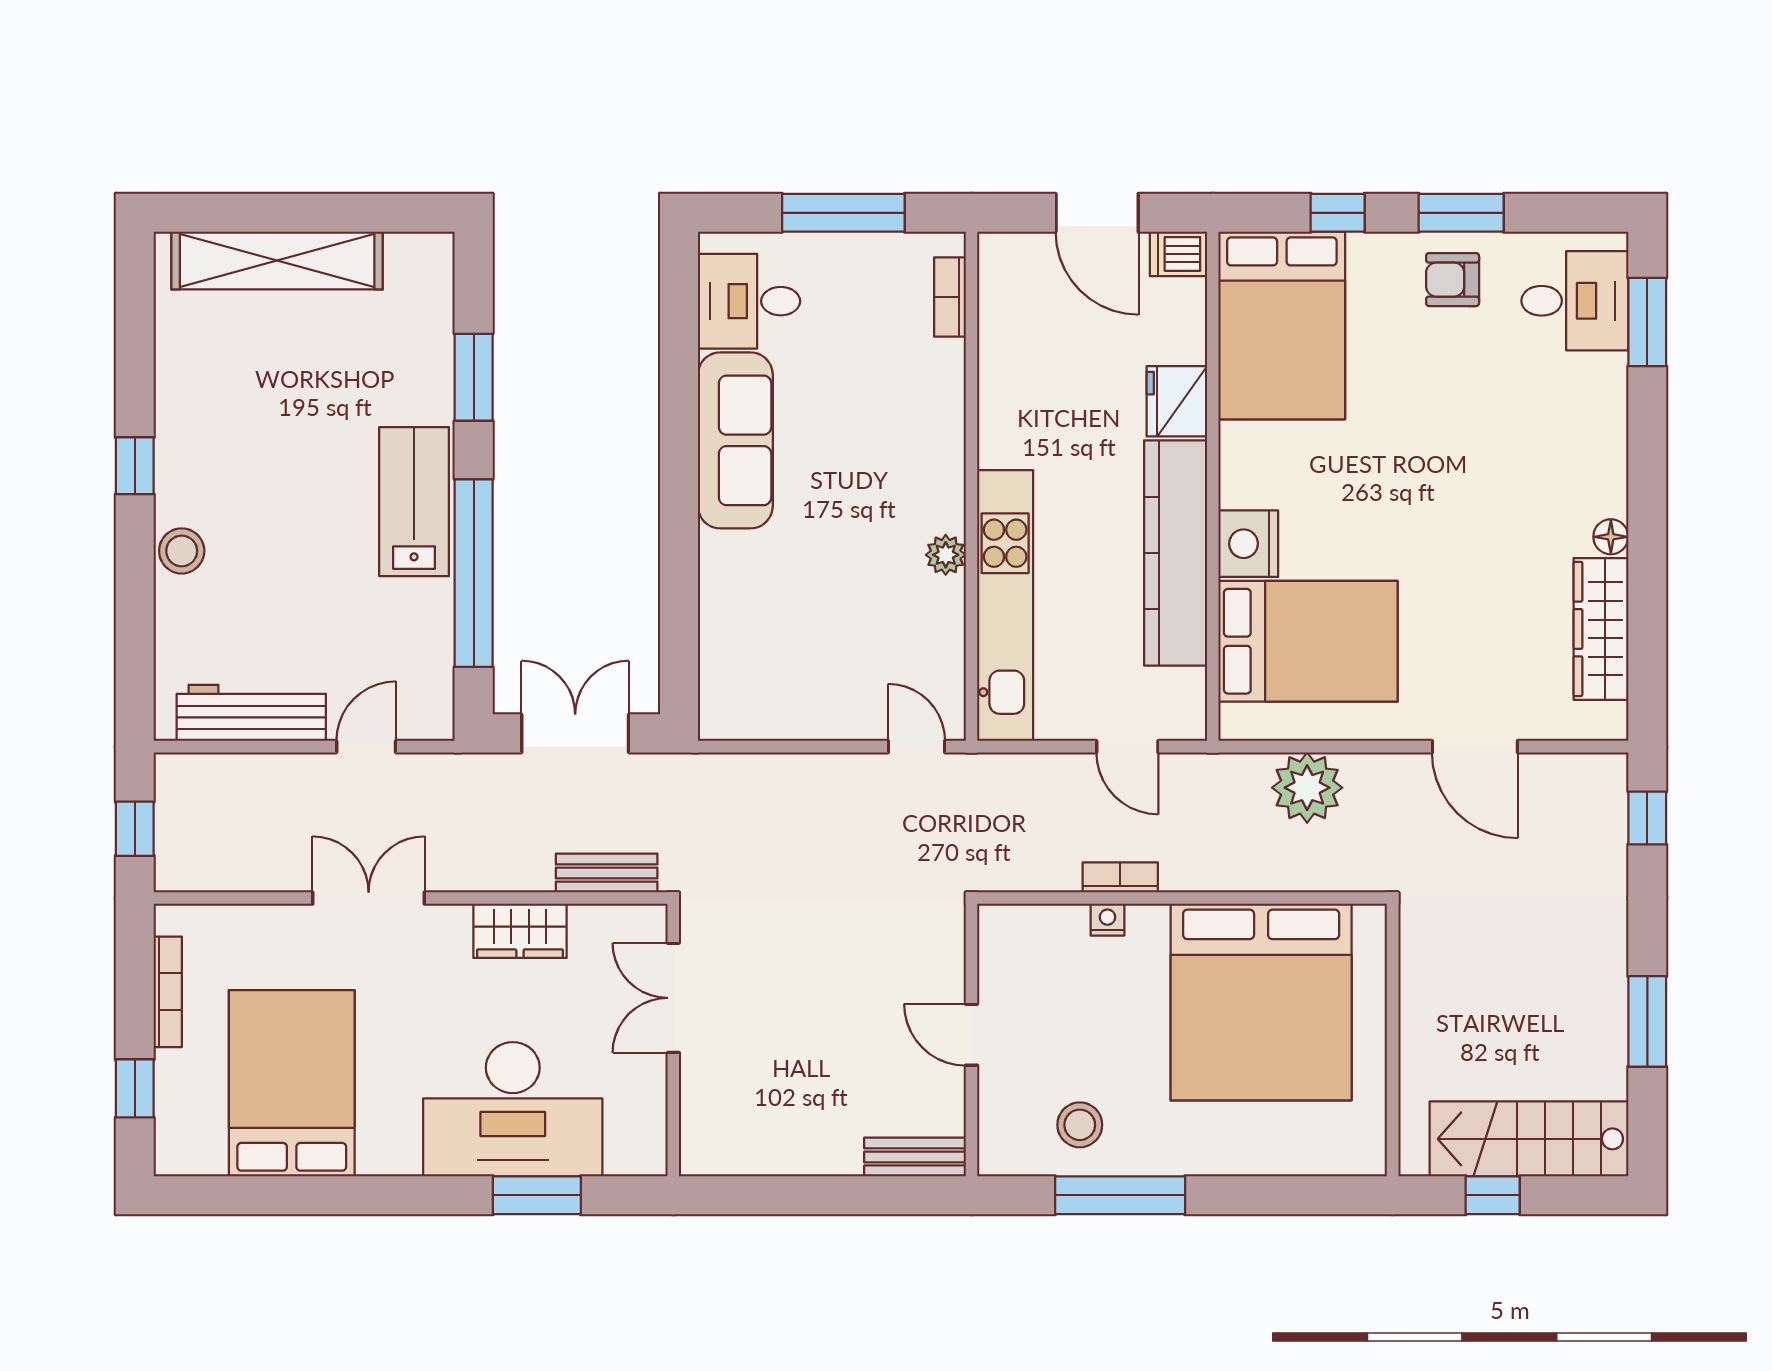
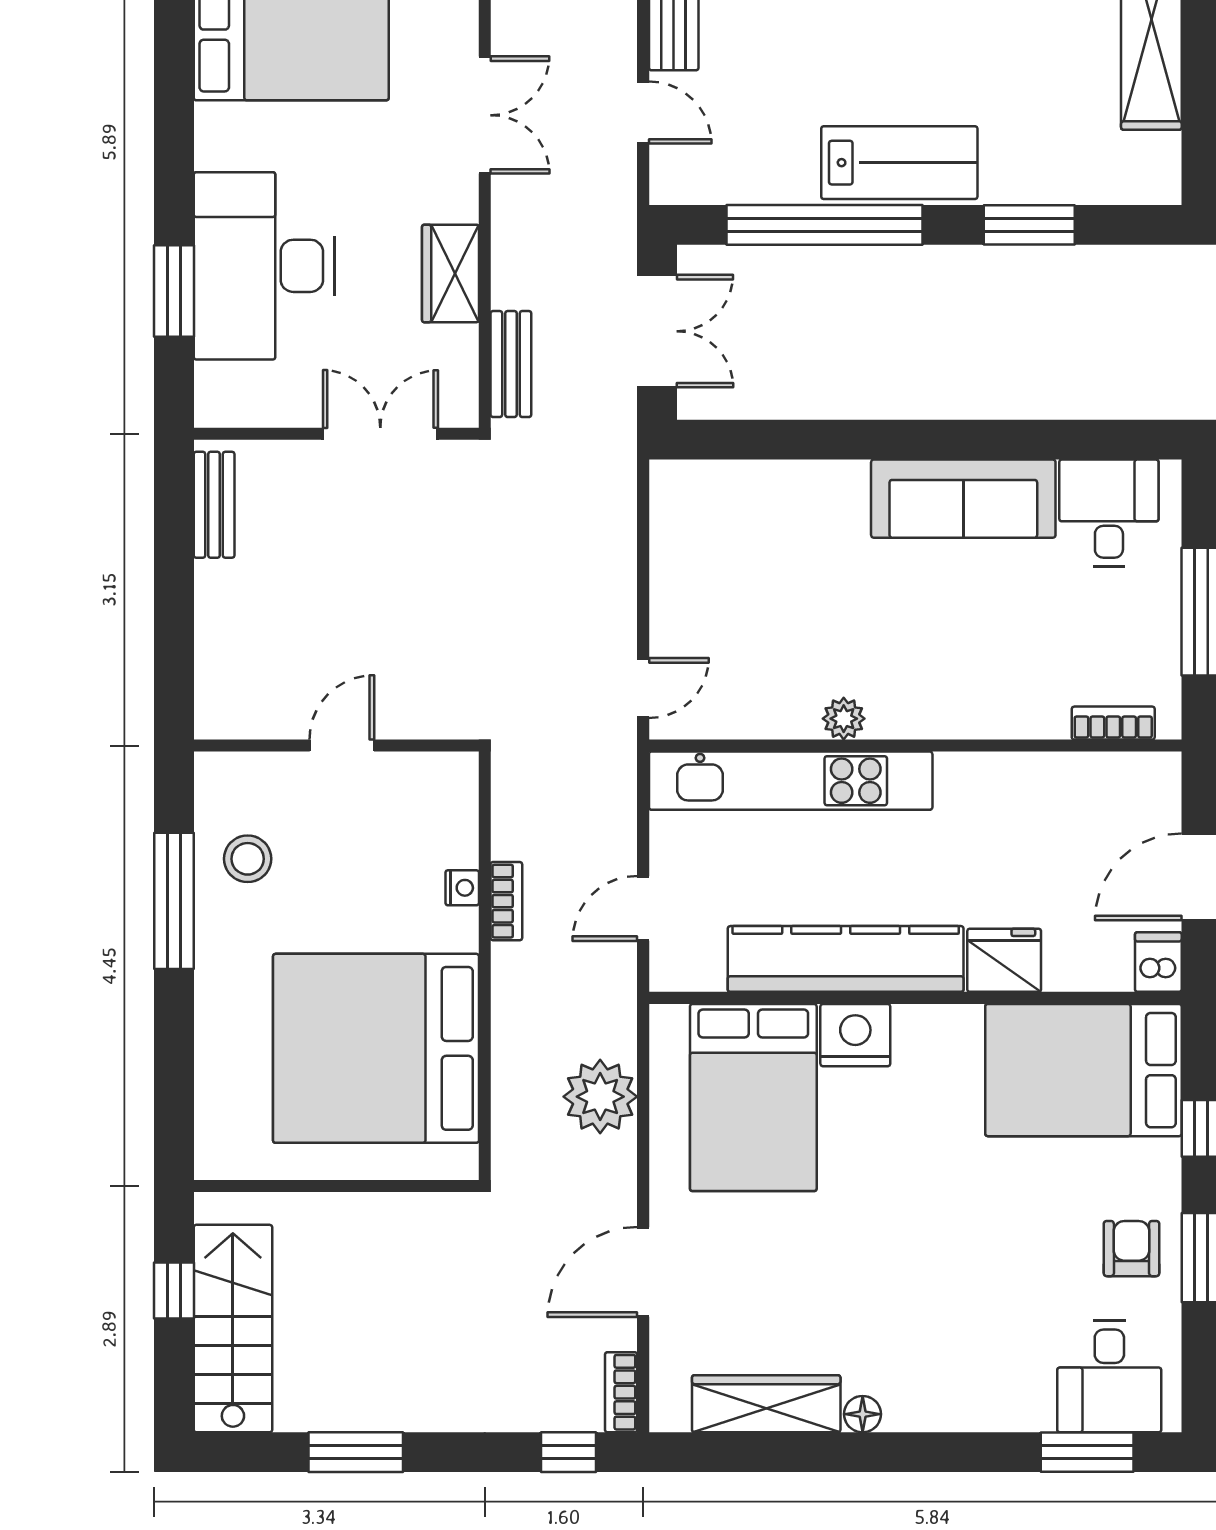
bookcase: (1590, 768) -> (621, 1392), added
bench: (915, 1157) -> (214, 505), moved

